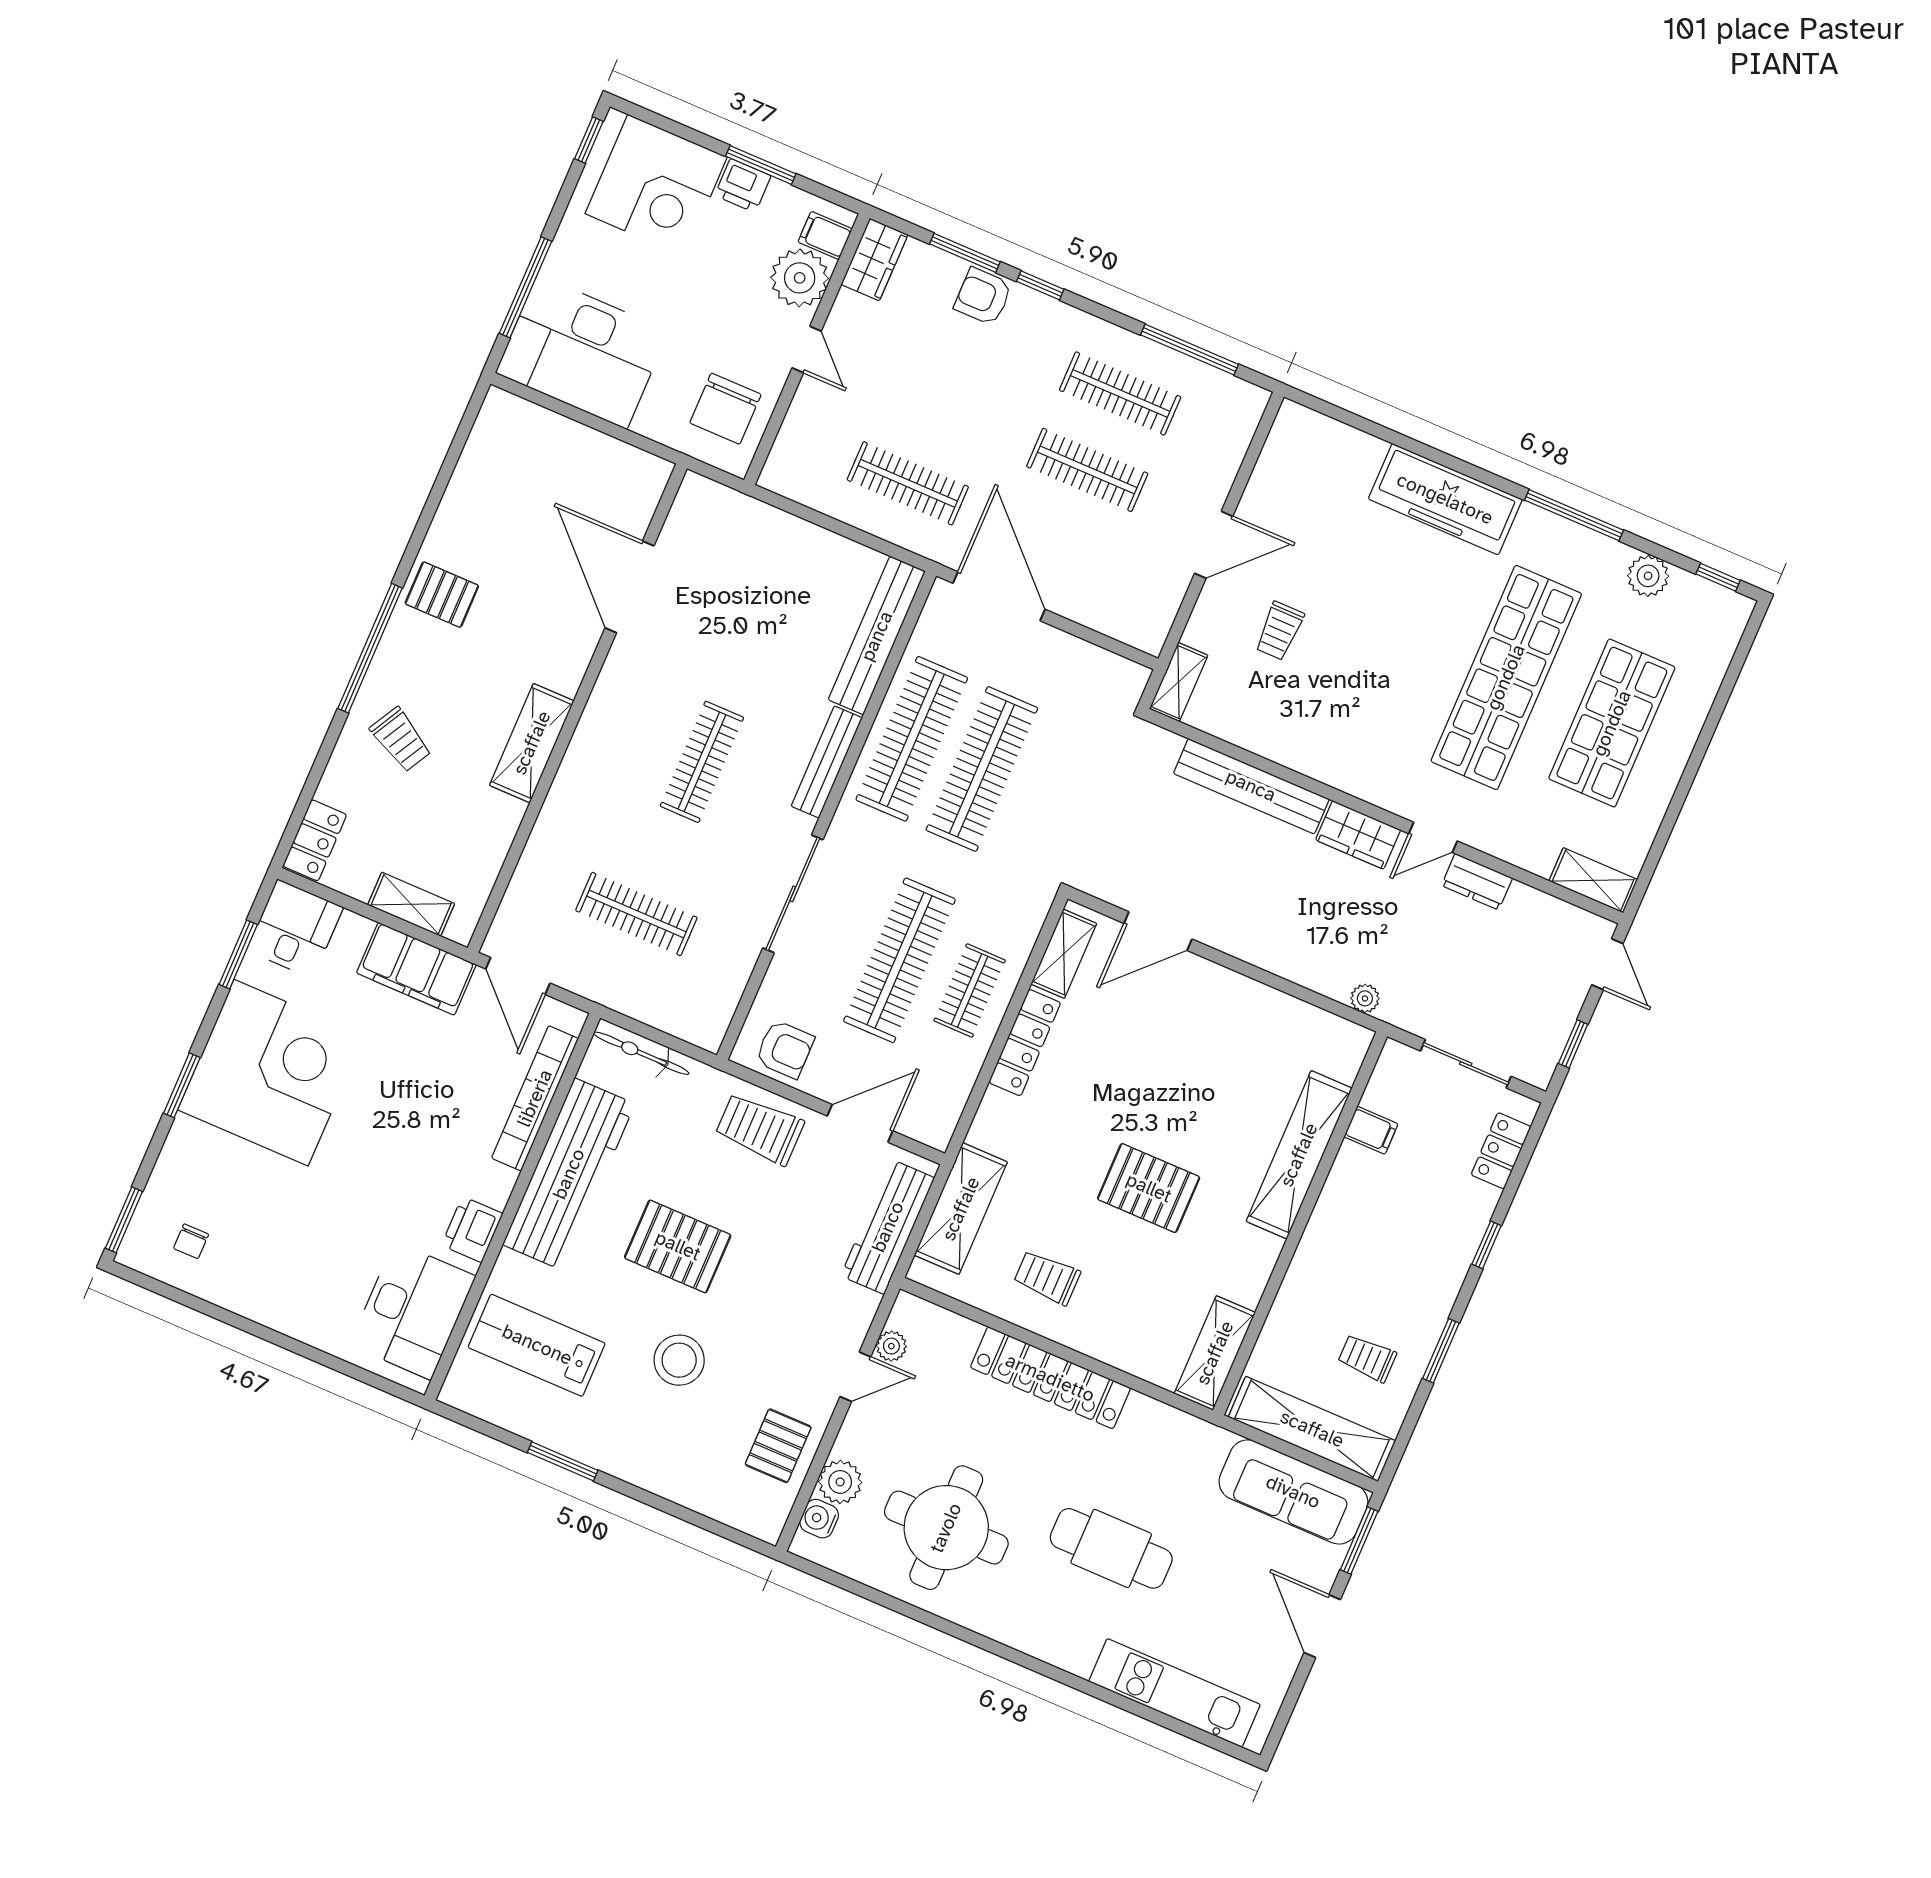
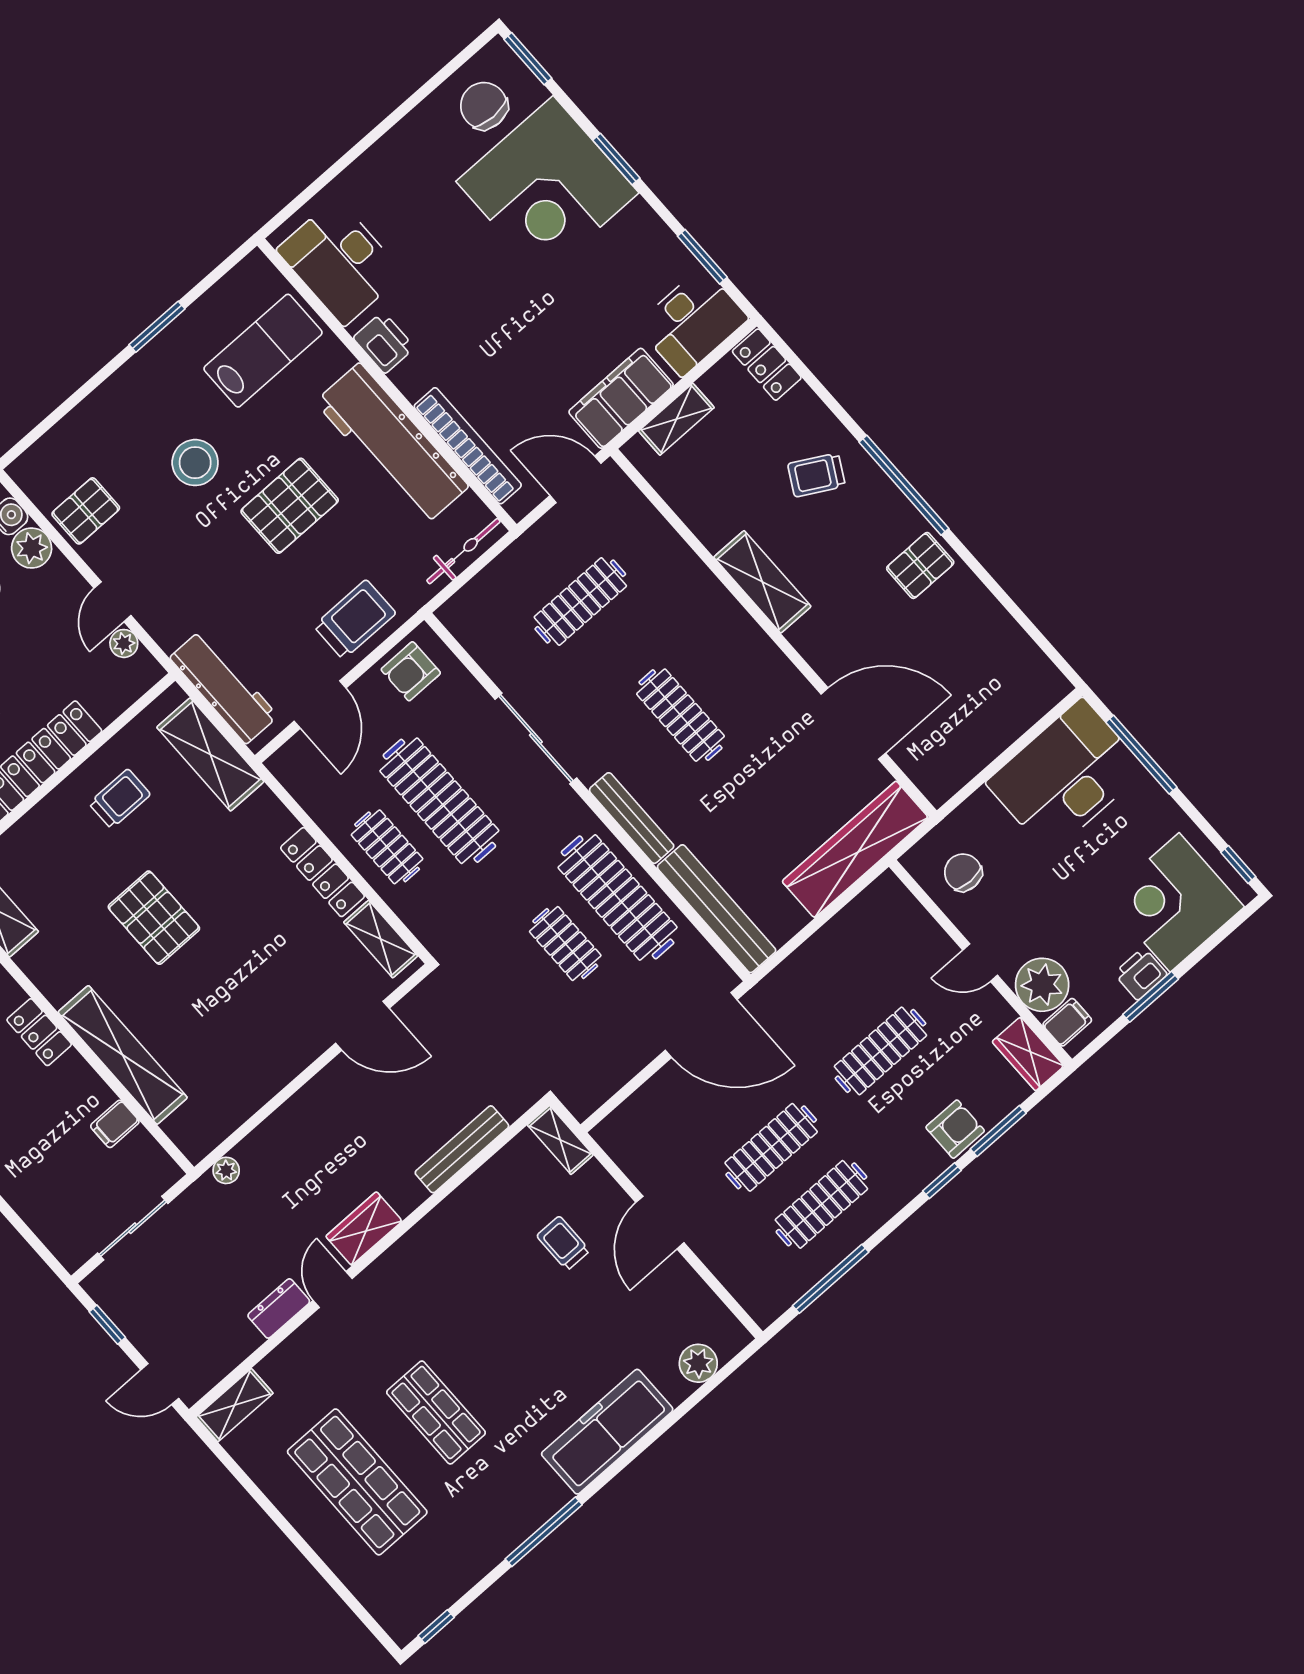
chair: (725, 409) -> (963, 872), width x0.73, depth x0.73
clothes rail: (908, 483) -> (880, 1051), moved
wardrobe: (753, 526) -> (855, 849), added
plant: (1648, 576) -> (698, 1363), moved
shop shelf: (1506, 677) -> (436, 1412), width x0.50, depth x0.74
clothes rail: (982, 769) -> (565, 944), width x0.54, depth x0.76
bench: (1251, 786) -> (462, 1149), width x0.73, depth x0.82
desk: (295, 929) -> (692, 322), width x1.37
door: (1158, 931) -> (362, 1026), swing flipped
corner desk: (271, 1073) -> (547, 187), moved
locker: (1501, 1151) -> (39, 1032), moved, turned 180
pallet: (1149, 1188) -> (154, 918), turned 90
chair: (191, 1241) -> (484, 106), width x1.87, depth x1.87
pallet: (778, 1446) -> (86, 511), turned 90

